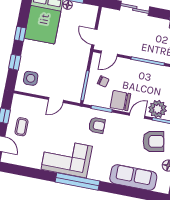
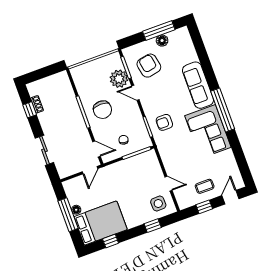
window: (20, 34) -> (111, 241), moved
door: (56, 100) -> (169, 184), moved
chair: (120, 101) -> (102, 110), moved
armchair: (97, 125) -> (164, 122), turned -90
sofa: (133, 177) -> (198, 85), moved

